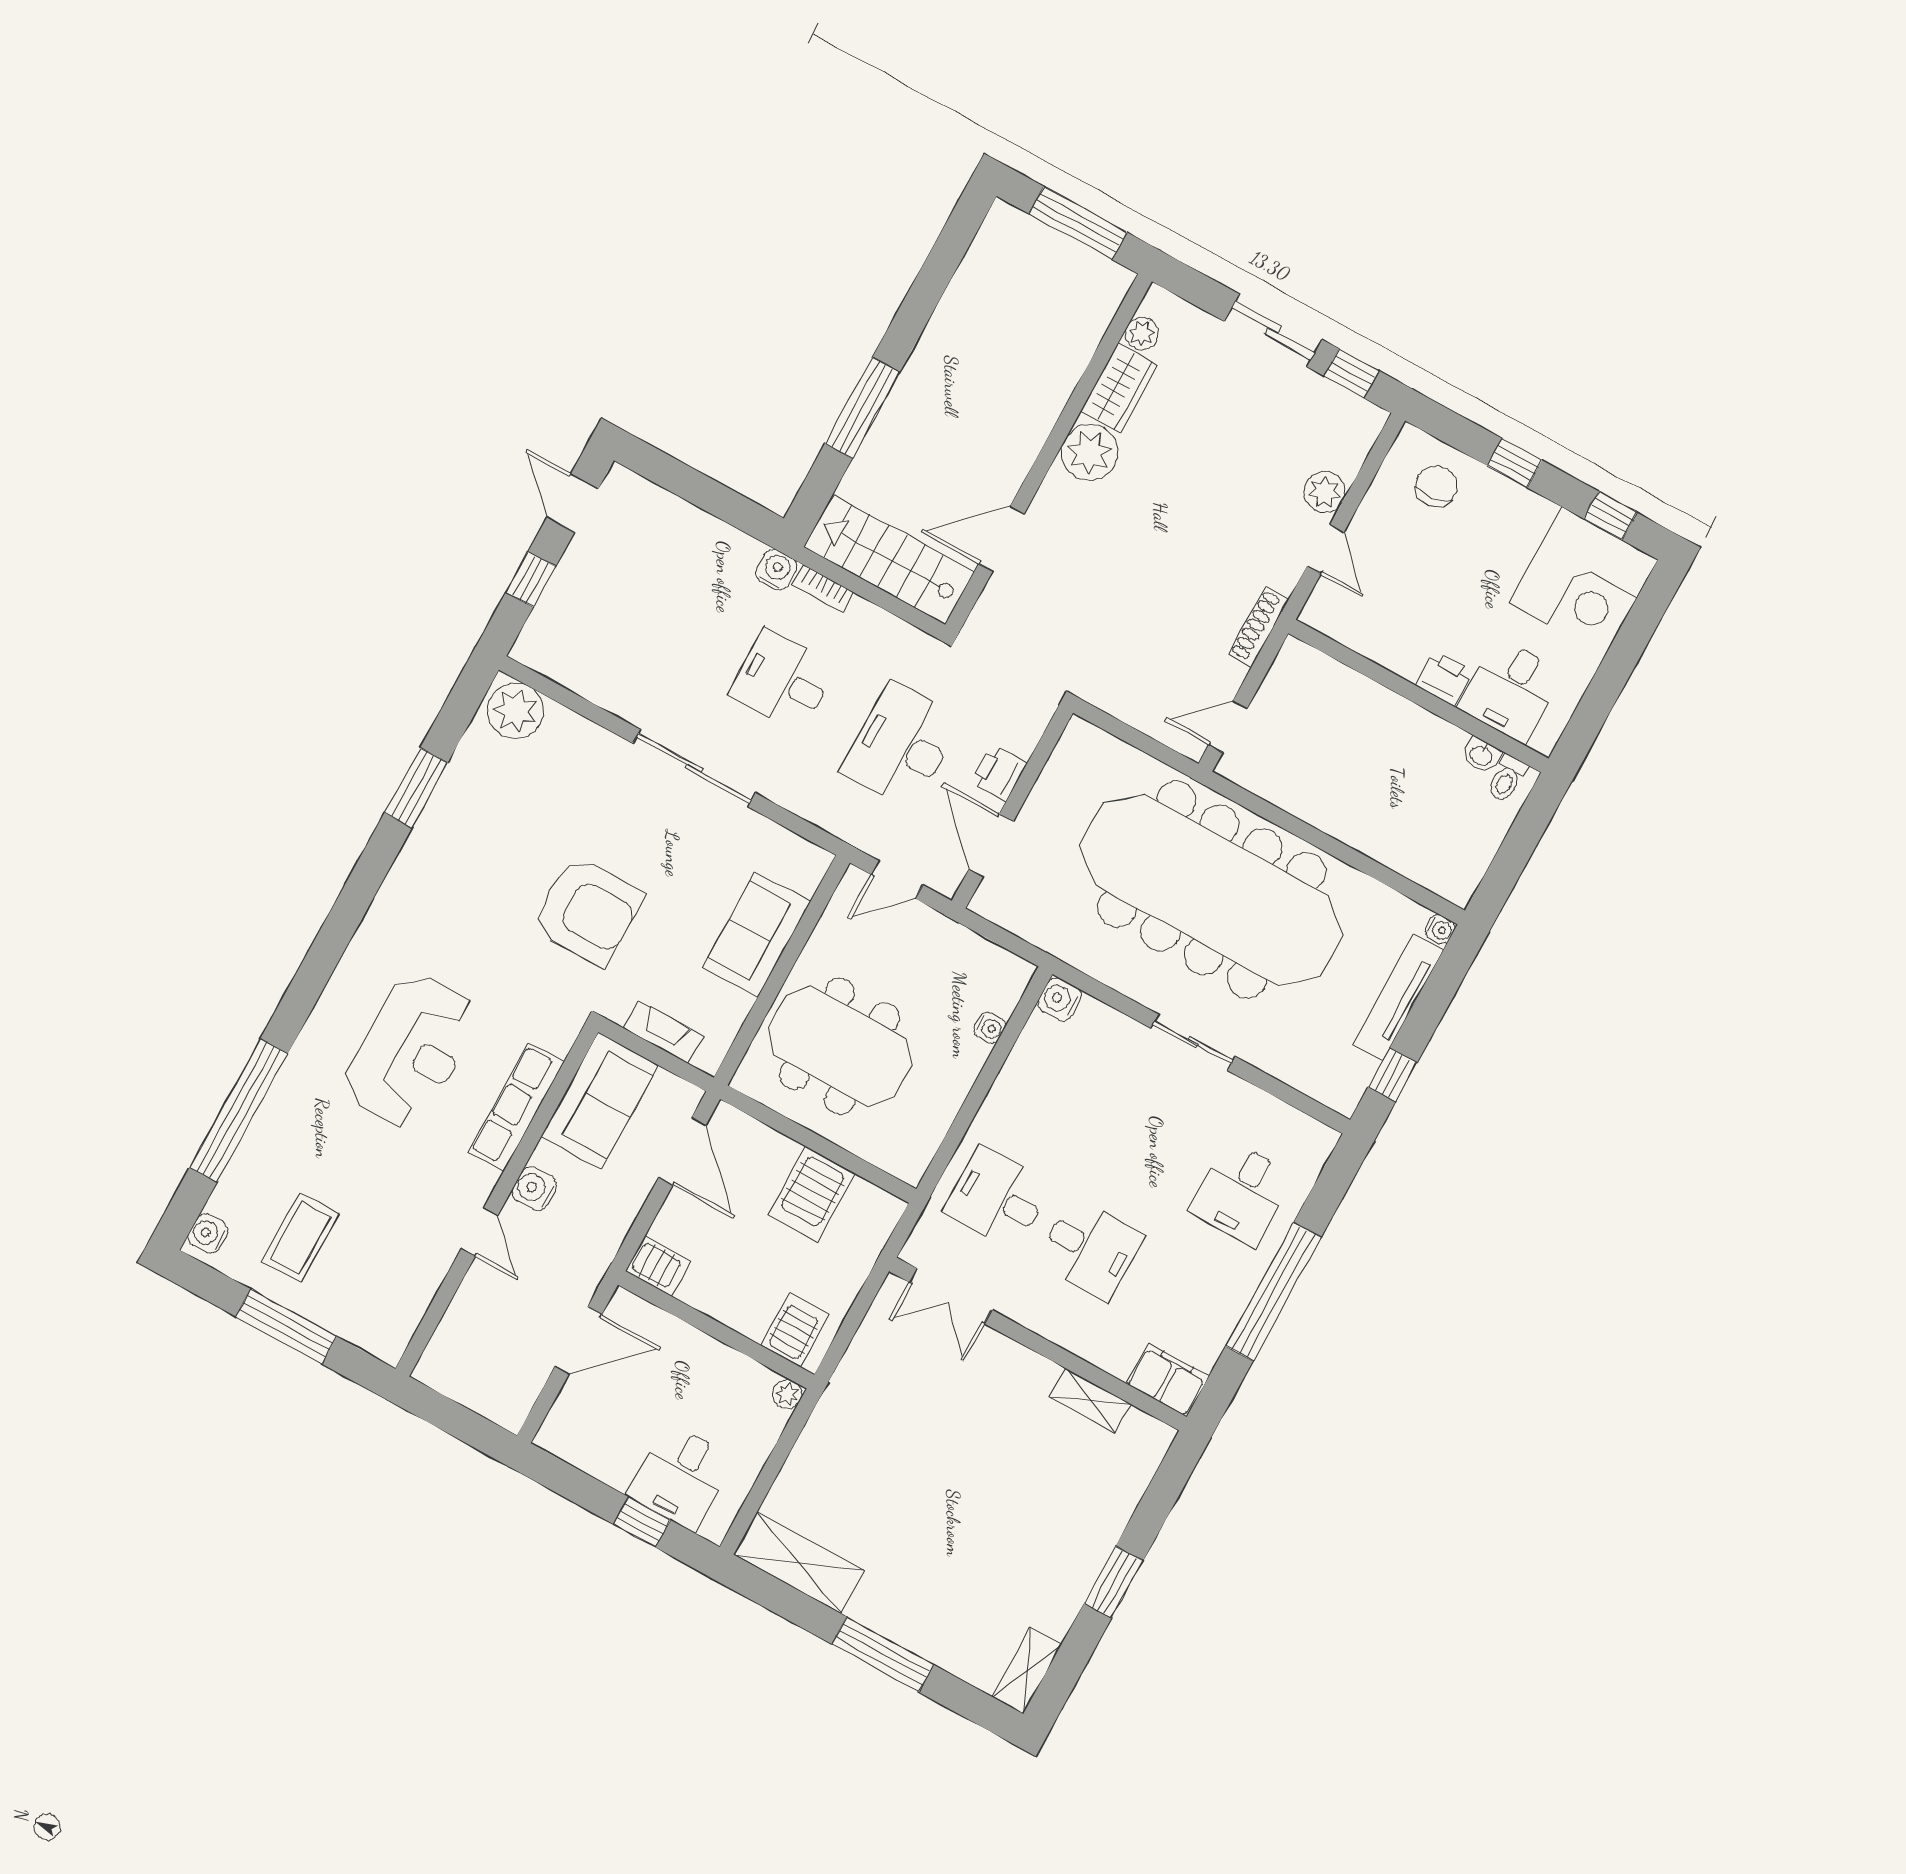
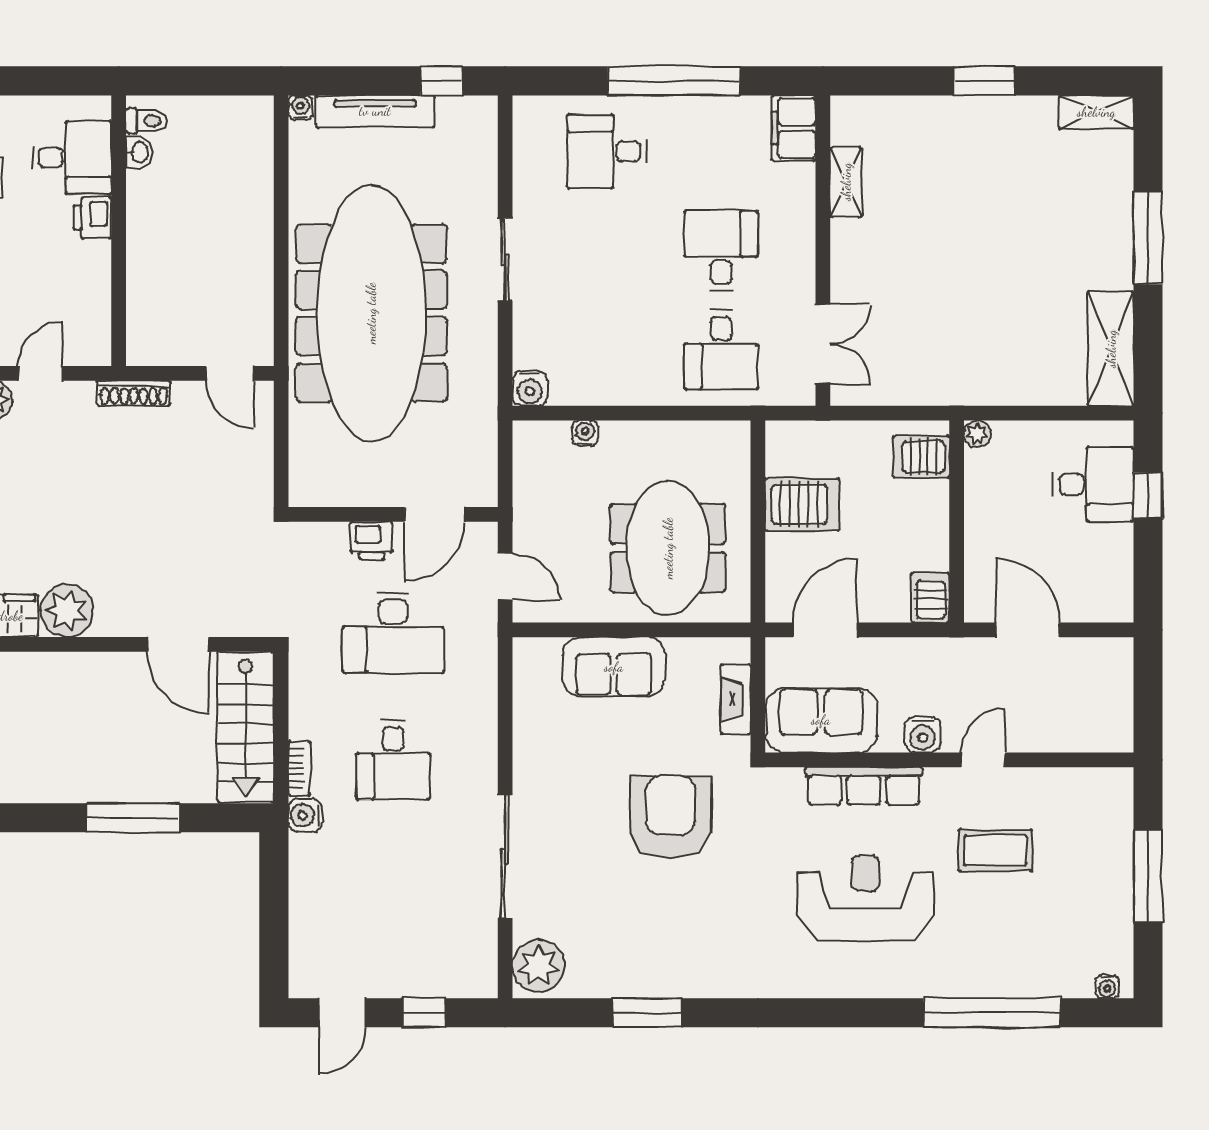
sliding door: (694, 768) -> (505, 856), moved
desk: (1242, 1193) -> (607, 151), turned 180
water cooler: (208, 1234) -> (1107, 987), width x0.72, depth x0.72
coffee table: (300, 1238) -> (995, 850), moved

